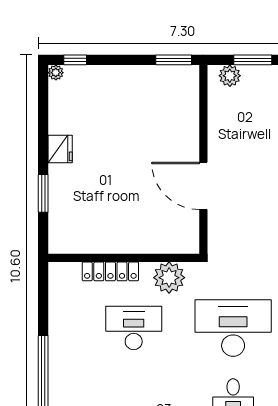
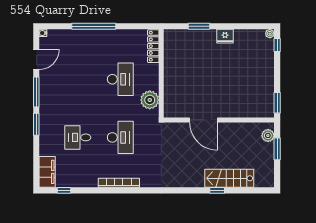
door: (203, 186) -> (203, 120), swing flipped
locker: (110, 271) -> (153, 46), moved
desk: (233, 328) -> (120, 137), width x0.73, depth x0.77

